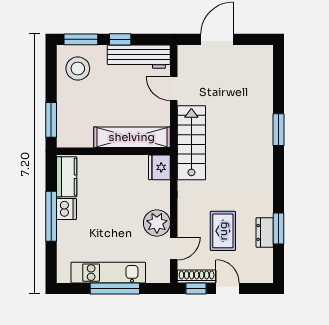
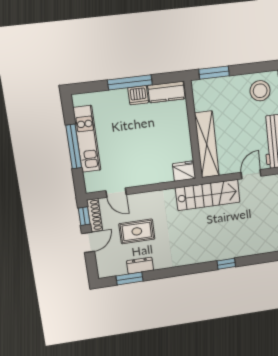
window: (278, 130) -> (226, 264), width x0.67
plant: (157, 223) -> (136, 175), removed
window: (278, 228) -> (130, 278), moved

